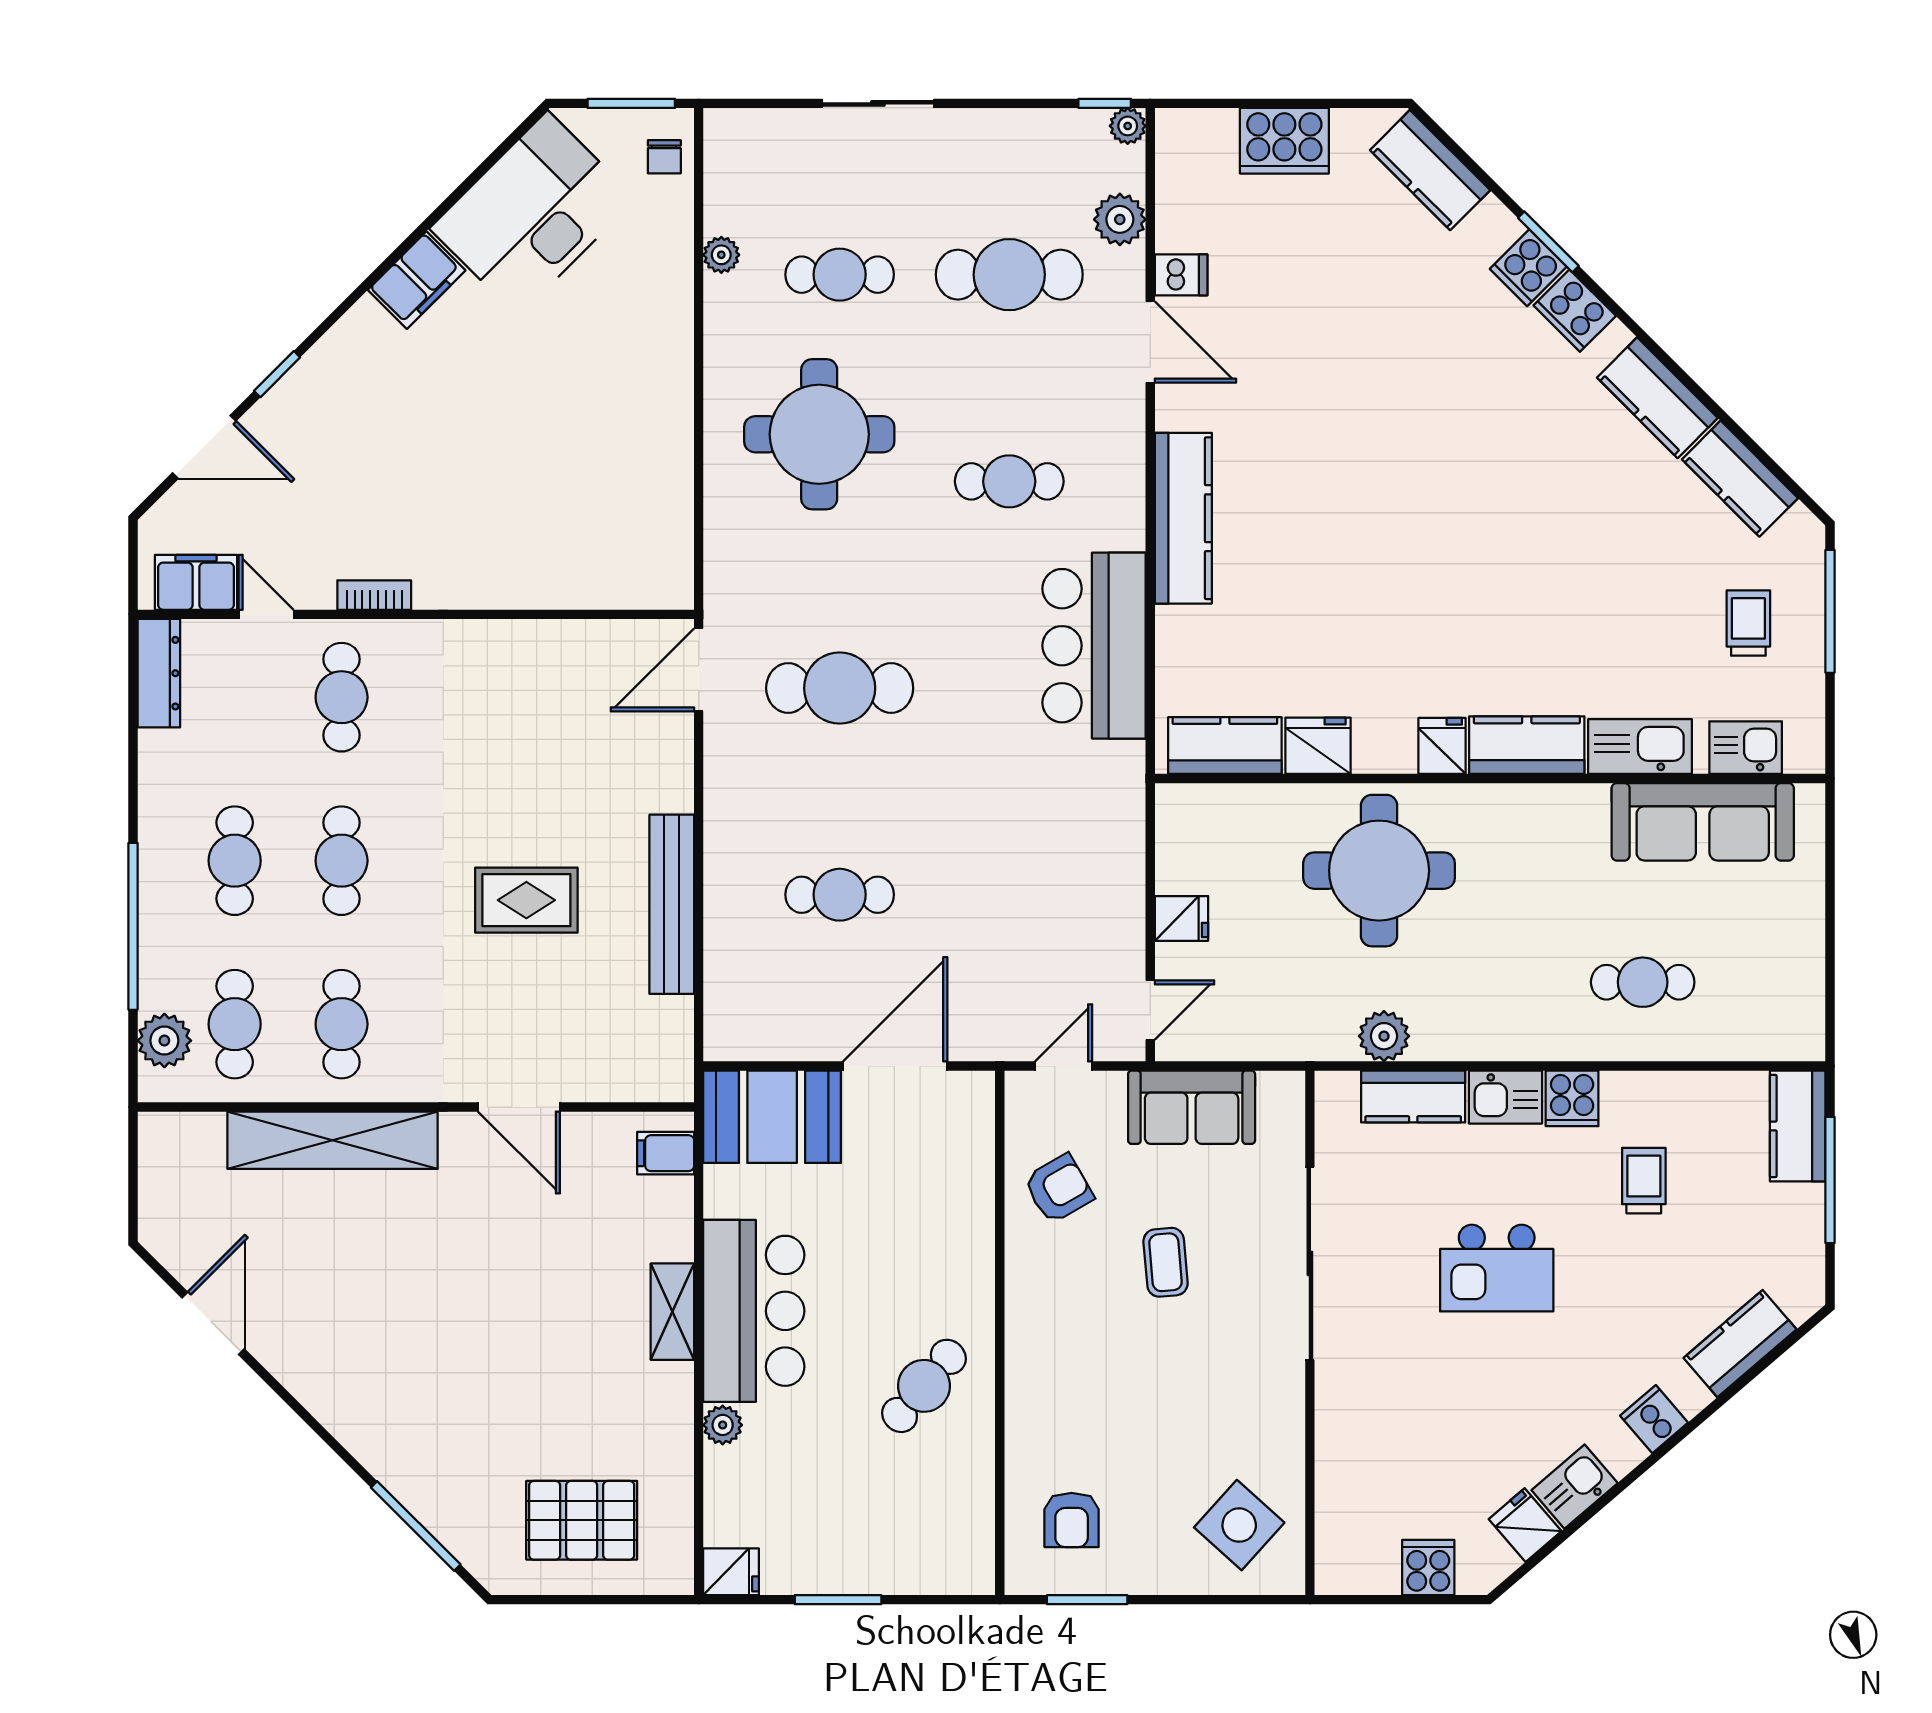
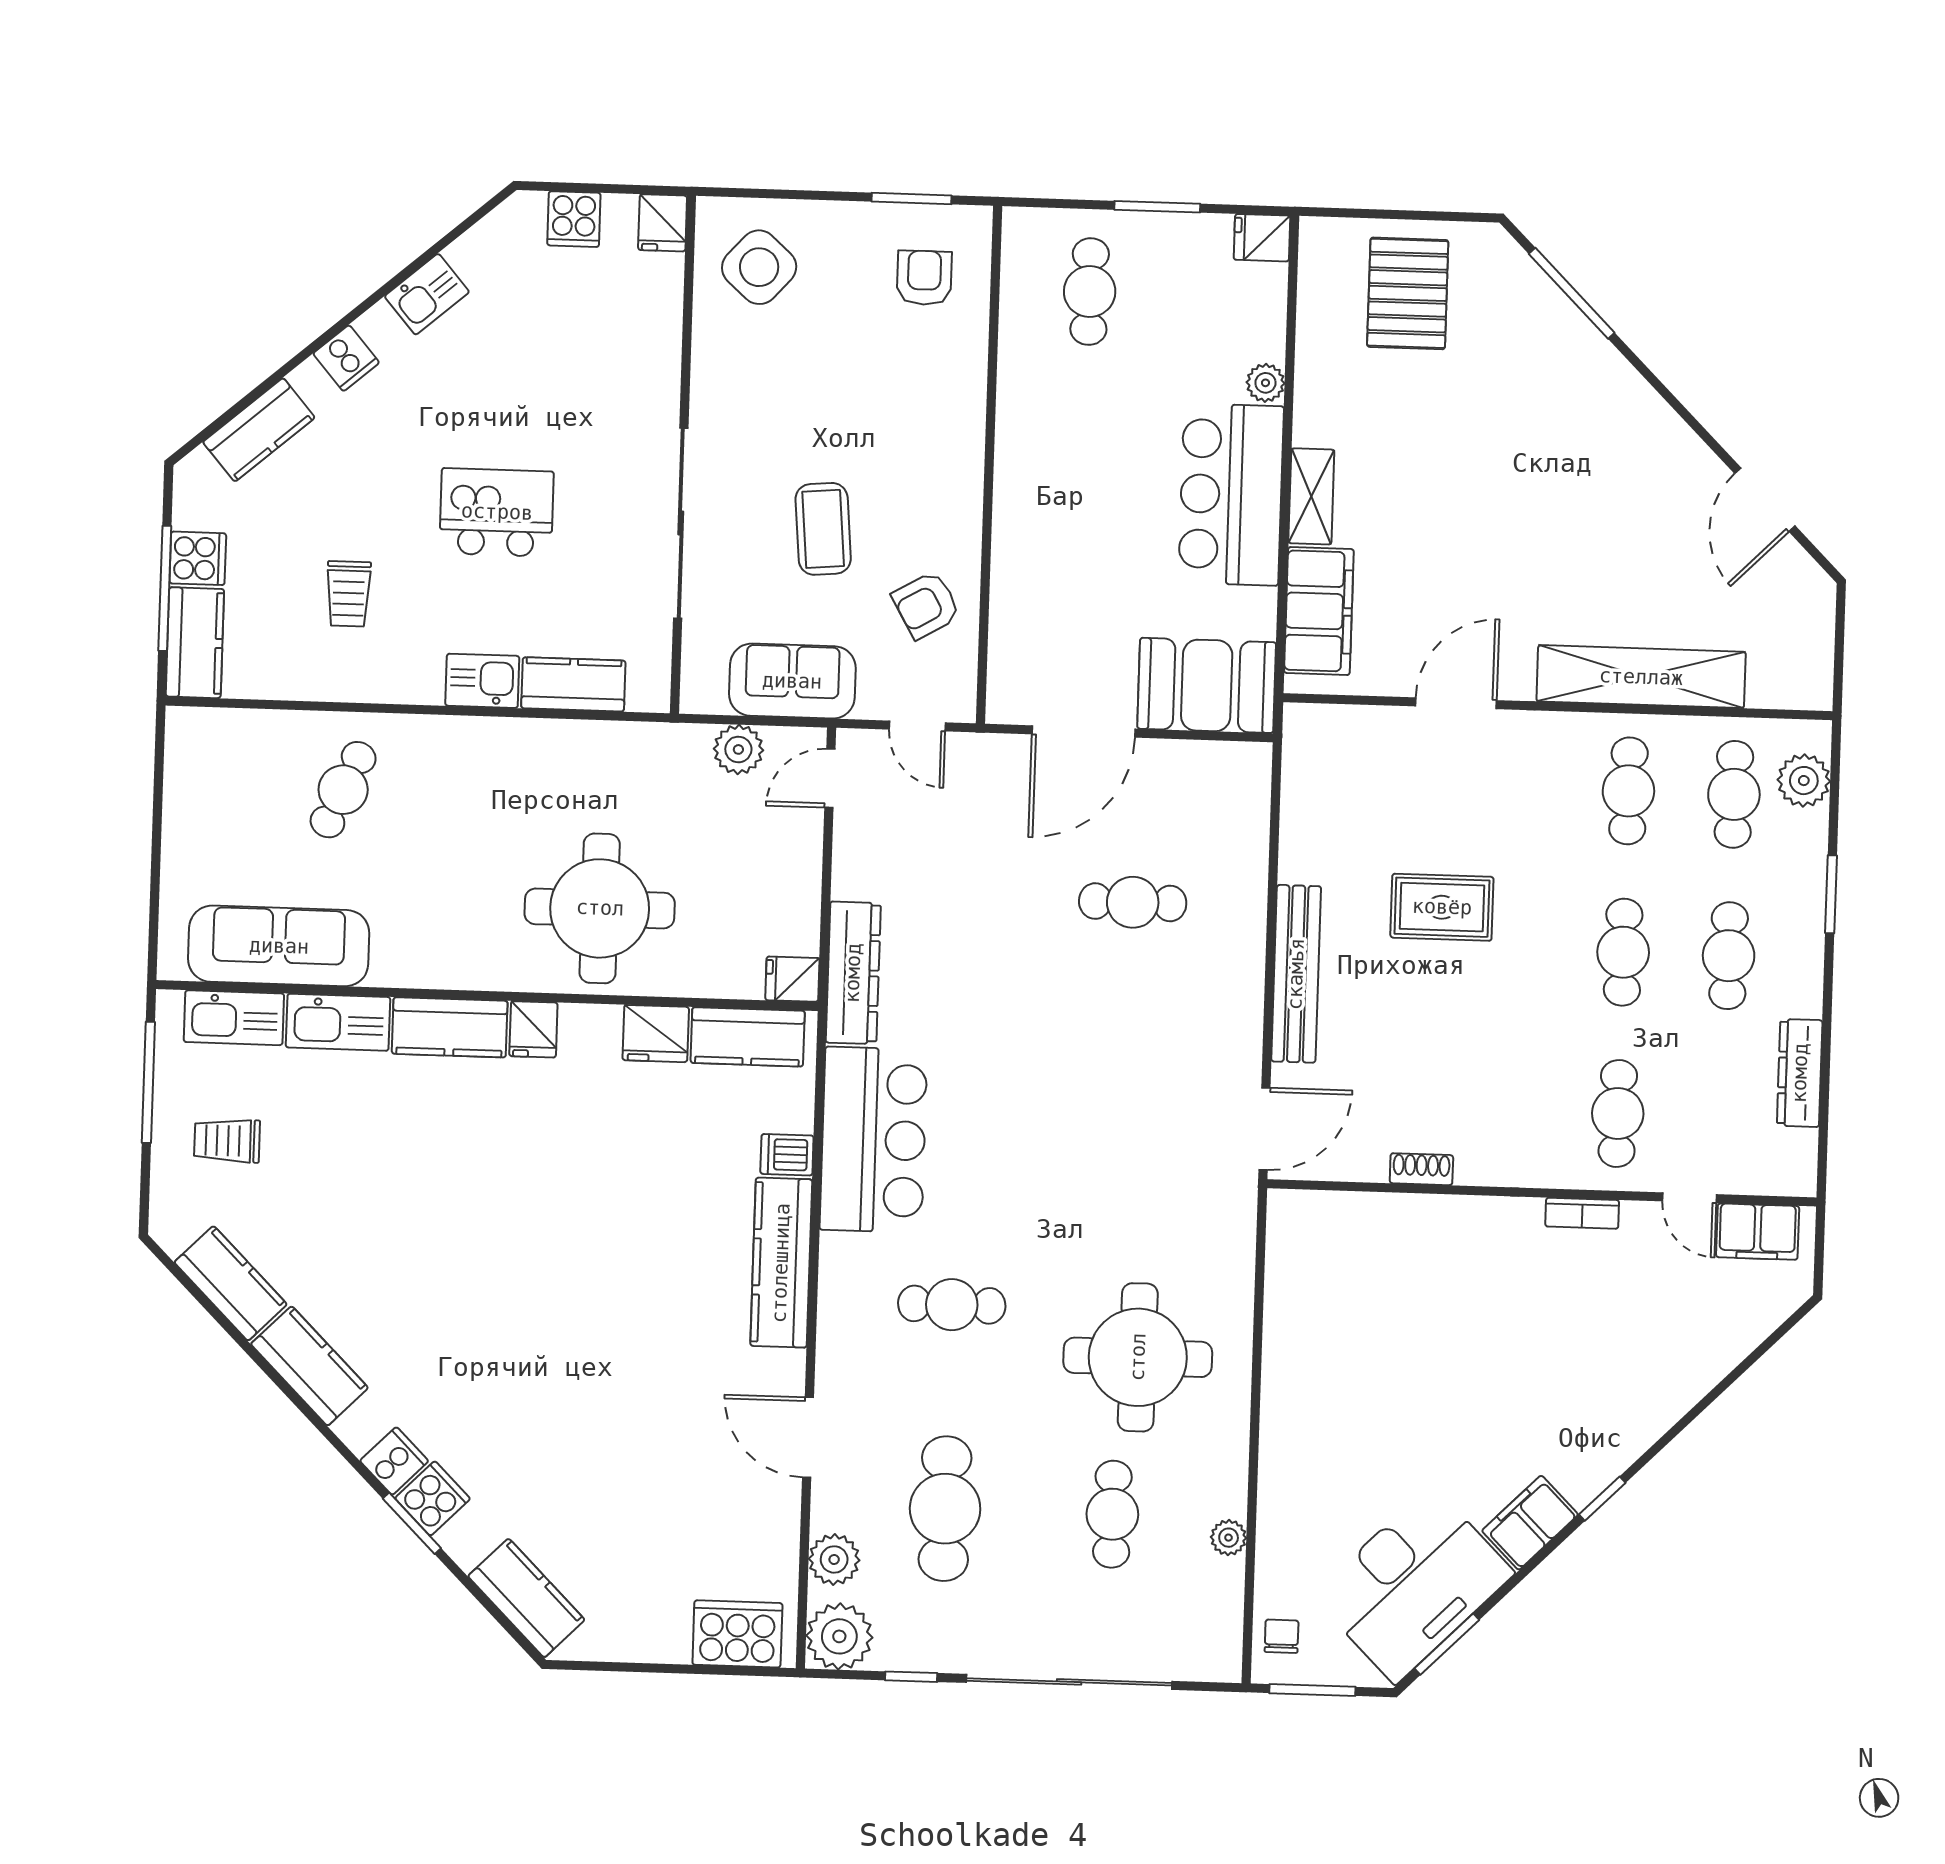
sliding door: (878, 103) -> (1069, 1682), width x1.86
window: (1105, 103) -> (911, 1677), moved
plant: (1128, 126) -> (839, 1636), width x1.87, depth x1.87
cooker: (1284, 141) -> (737, 1634), moved
window: (497, 154) -> (1447, 1644), added
cafe table: (840, 275) -> (1112, 1514), turned 90
cafe table: (1009, 275) -> (945, 1509), turned 90
dishwasher: (1181, 275) -> (787, 1155), moved
cooker: (1575, 311) -> (394, 1461), width x0.73
window: (277, 374) -> (1602, 1499), moved
door: (204, 447) -> (1745, 1365), removed
window: (1830, 611) -> (148, 1082), moved
trolley: (1748, 623) -> (227, 1141), turned 90
shoe rack: (538, 634) -> (1421, 1169), added
dresser: (159, 673) -> (1800, 1073), moved
cafe table: (840, 688) -> (1126, 1106), removed
kitchen sink: (1746, 748) -> (234, 1018), width x1.38
dresser: (1120, 814) -> (853, 973), added
bench: (672, 904) -> (1296, 974), moved
fridge: (1182, 918) -> (792, 979), moved
window: (133, 926) -> (1831, 894), width x0.47
cafe table: (1643, 982) -> (343, 790), turned -66
plant: (1384, 1036) -> (738, 749), moved
door: (1064, 1066) -> (917, 726), hinge flipped
cooker: (1572, 1098) -> (198, 558), moved, turned 90
door: (519, 1107) -> (1456, 703), hinge flipped
filing cabinet: (666, 1153) -> (1319, 611), width x3.00, depth x1.17
coffee table: (1166, 1262) -> (823, 529), width x1.36, depth x1.30
cafe table: (924, 1386) -> (1090, 292), moved, turned -40
pallet: (582, 1520) -> (1408, 293), turned 90
fridge: (1525, 1525) -> (663, 223), moved, turned 41

